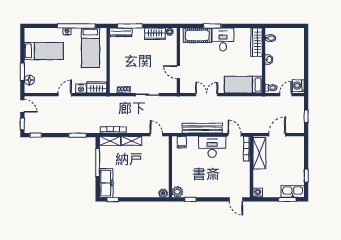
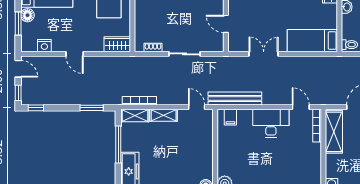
floor lamp: (29, 80) -> (27, 15), moved
nightstand: (81, 88) -> (44, 46), moved
door: (65, 95) -> (75, 54), swing flipped
bench: (202, 128) -> (235, 99), moved

